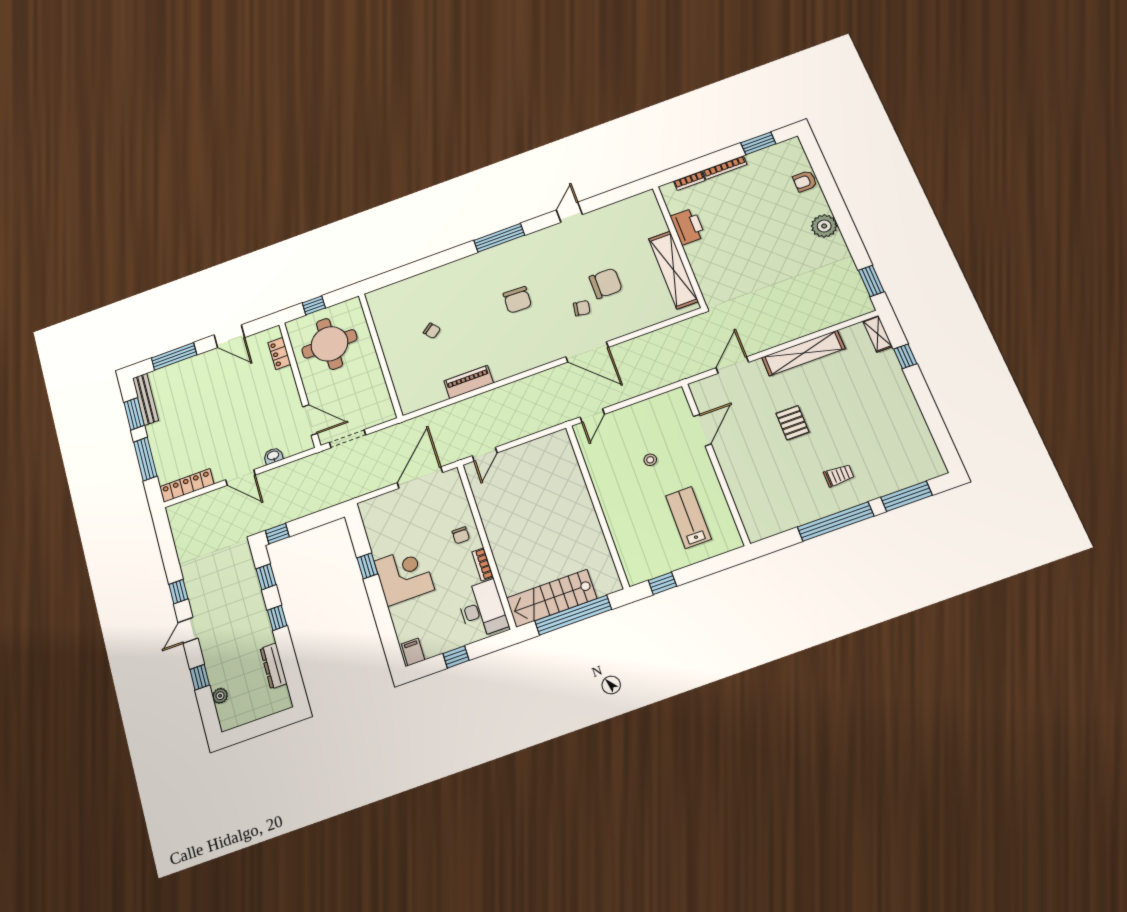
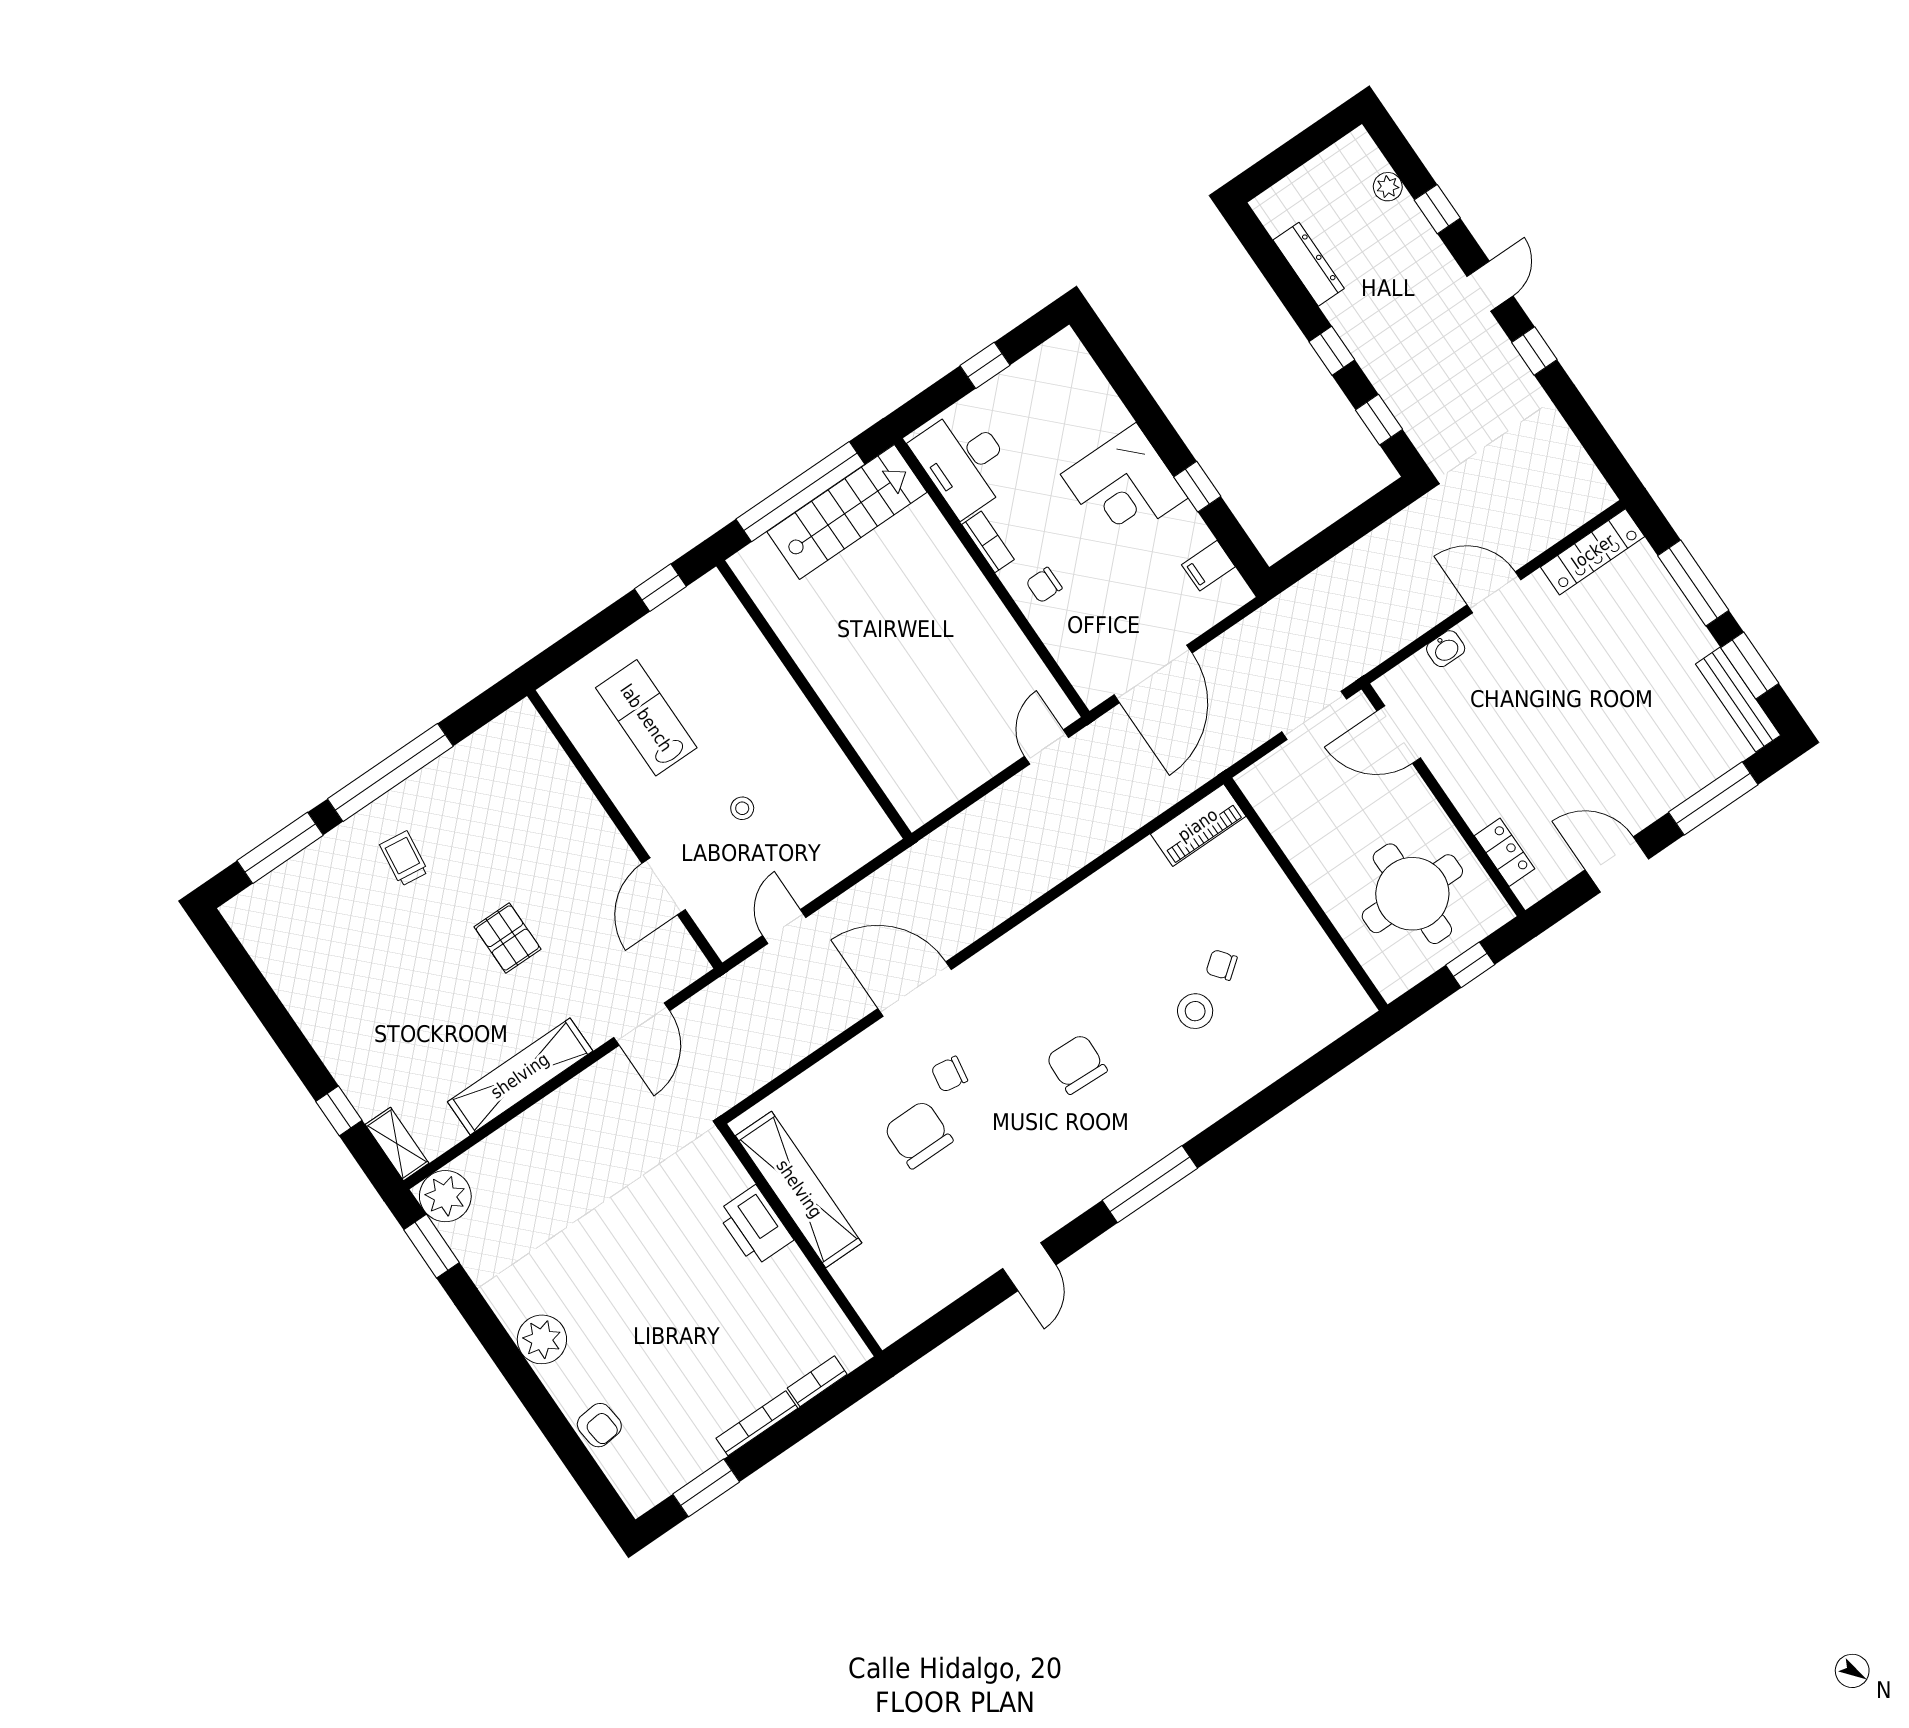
armchair: (805, 181) -> (599, 1425), turned 84
printer: (688, 226) -> (755, 1226), moved
chair: (606, 283) -> (918, 1134), turned 90
plant: (858, 303) -> (445, 1196), added
stool: (452, 312) -> (1195, 1011), added
piano: (469, 382) -> (1198, 825), moved
door: (592, 416) -> (784, 926), moved
trolley: (839, 475) -> (404, 859), turned 97
lab bench: (688, 517) -> (646, 718), turned 180
window: (277, 534) -> (1386, 504), removed
chair: (461, 535) -> (1044, 585), turned -90
filing cabinet: (413, 652) -> (1208, 566), moved, turned 90

